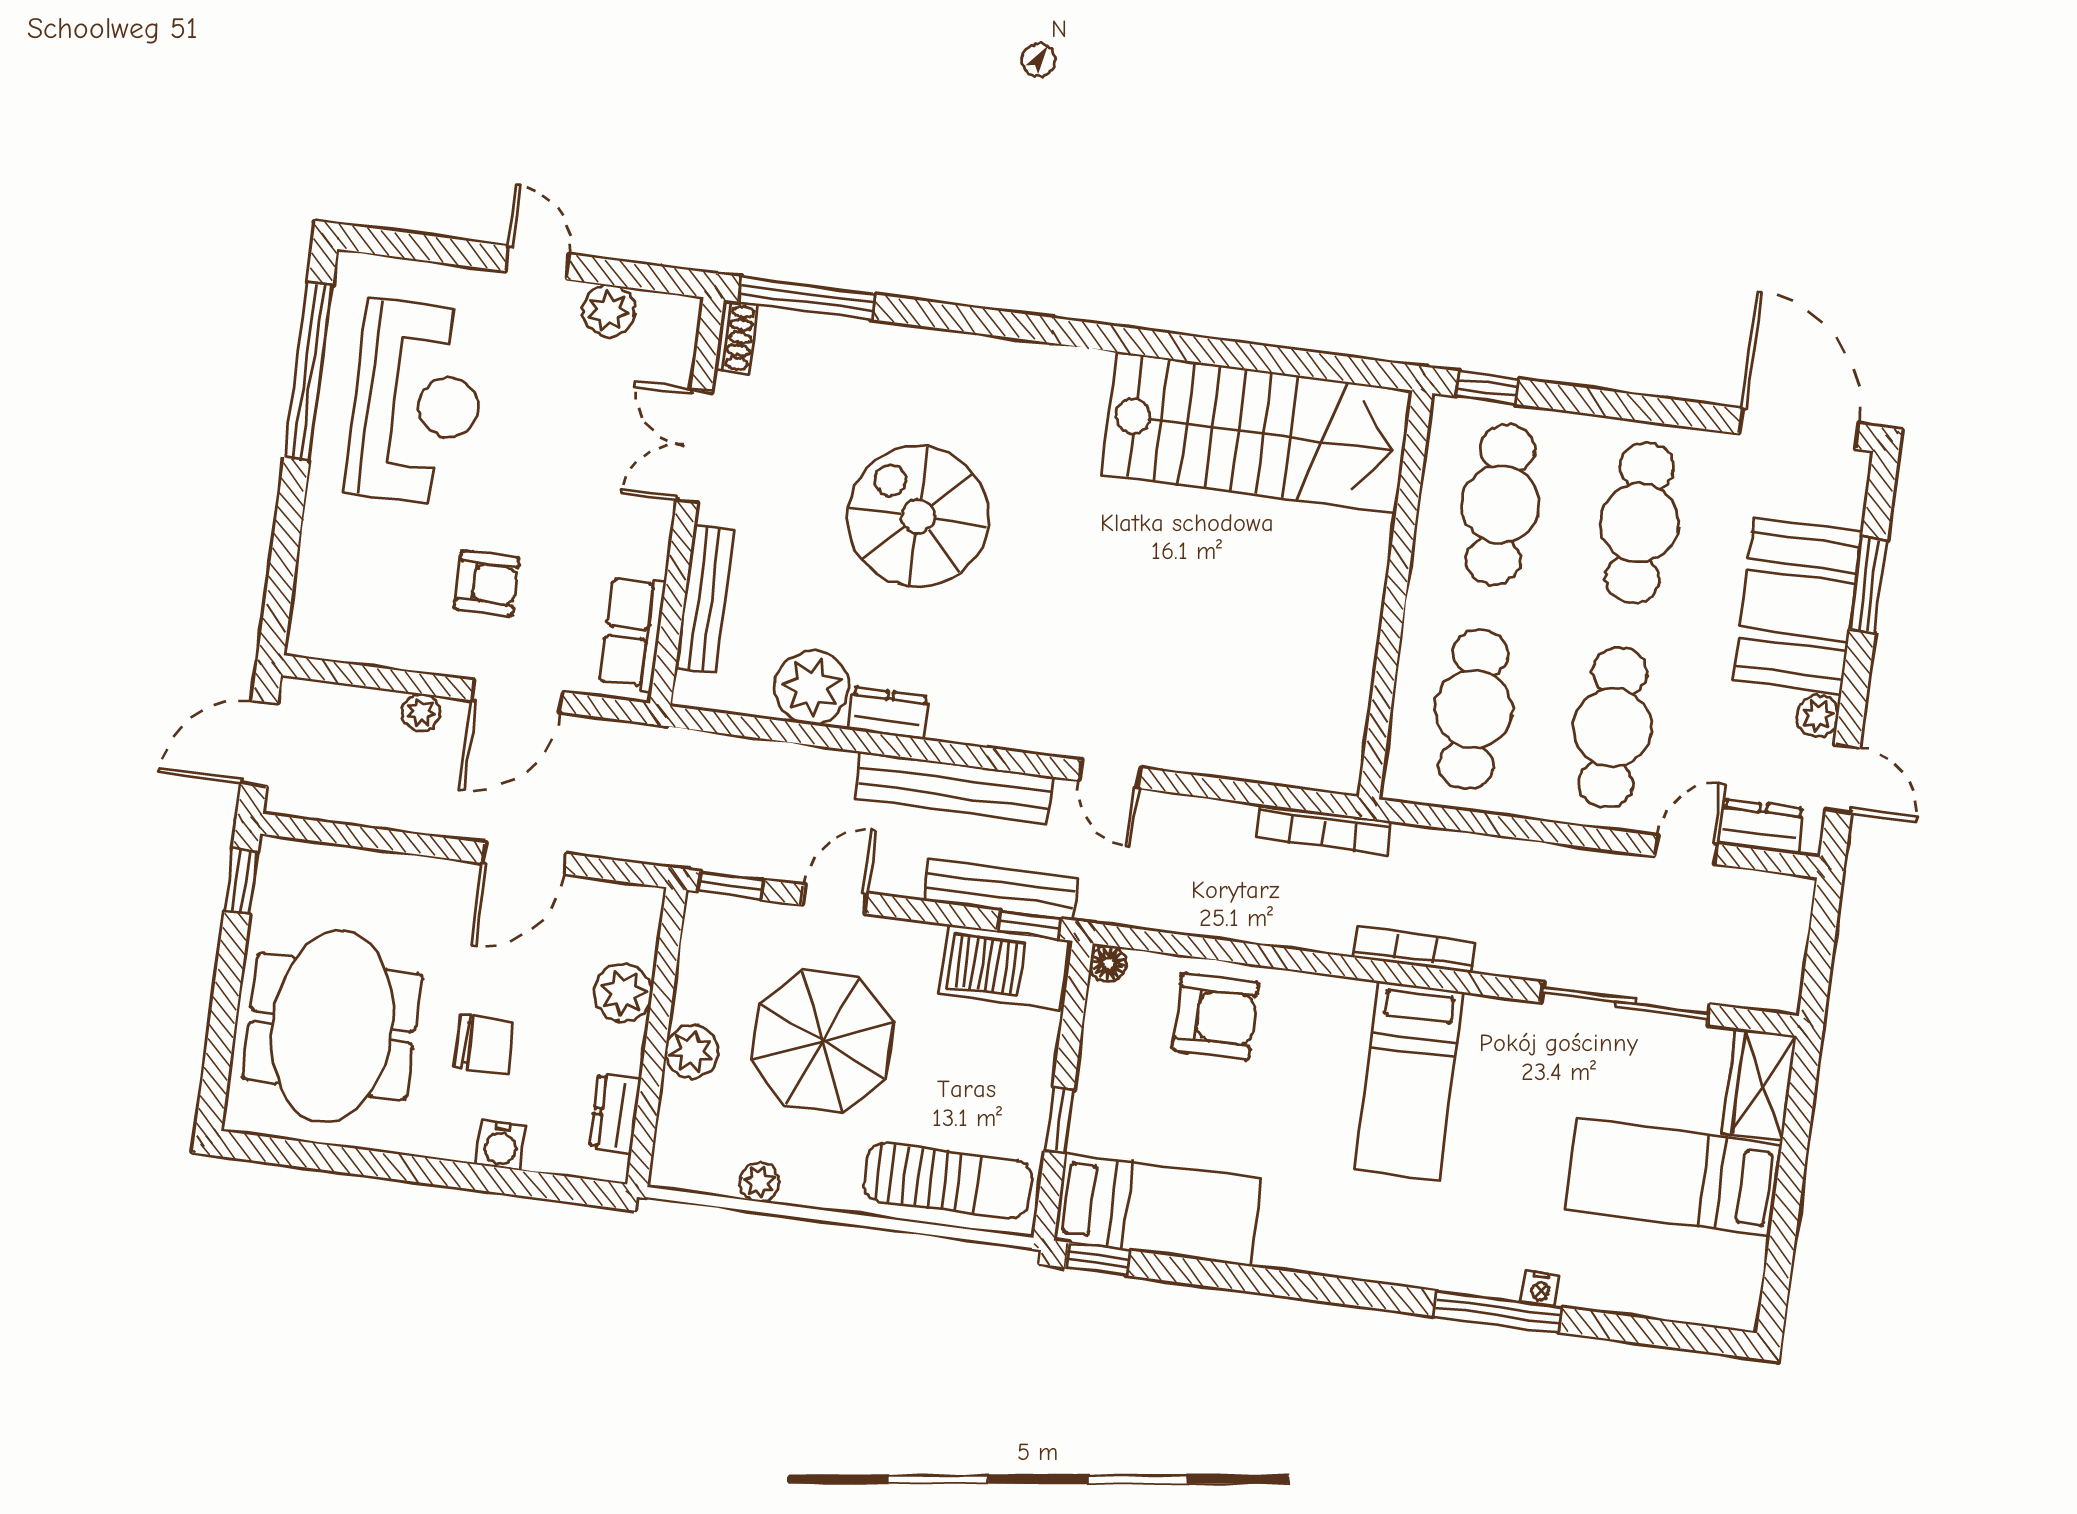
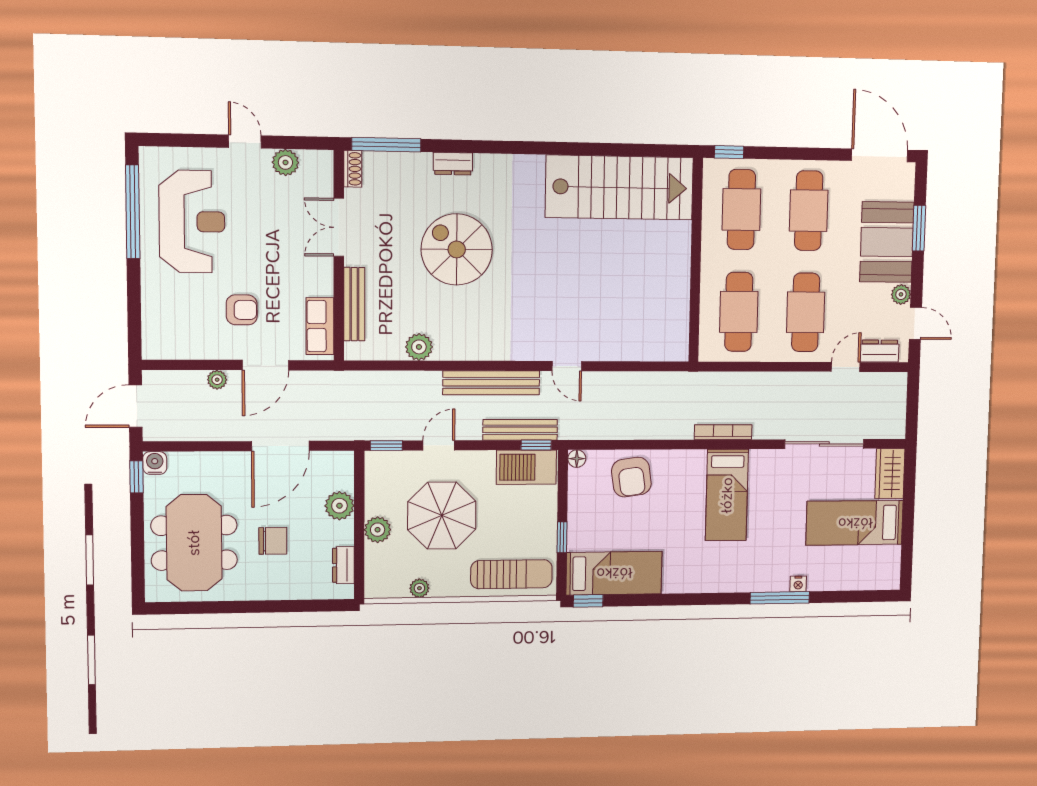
plant: (812, 687) -> (419, 347), width x0.73, depth x0.73
dresser: (888, 713) -> (453, 164), moved, turned 180
bookcase: (1324, 829) -> (673, 380), removed
door: (524, 858) -> (280, 446), width x1.36
armchair: (1215, 1017) -> (631, 477), turned 82
water cooler: (501, 1145) -> (155, 463), moved, turned 180

